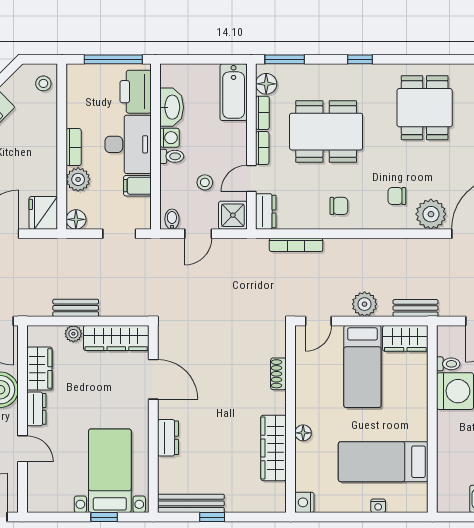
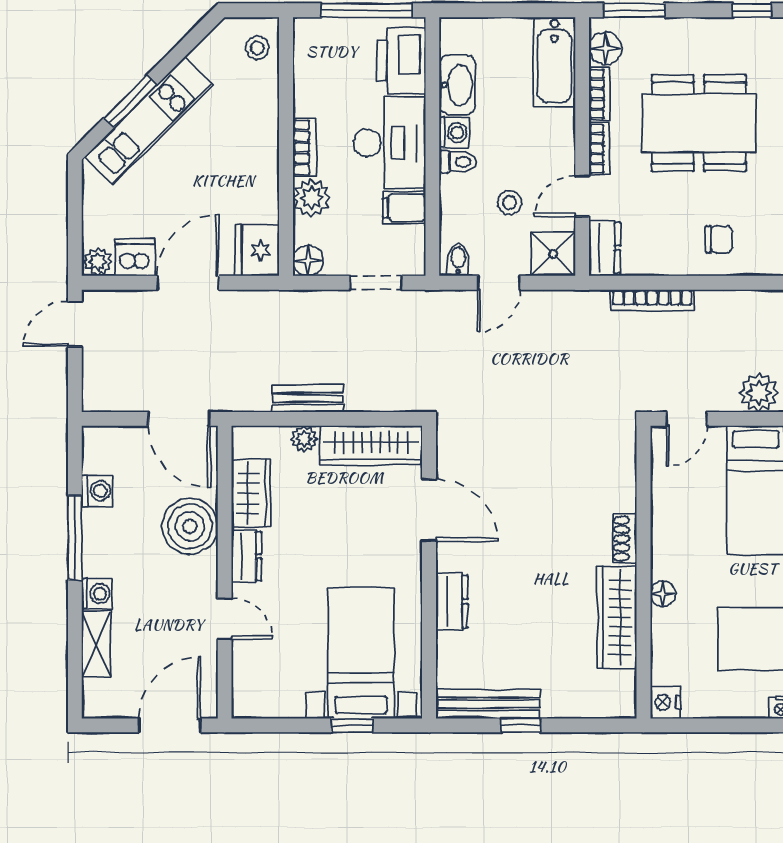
shoe rack: (278, 374) -> (625, 539), moved

